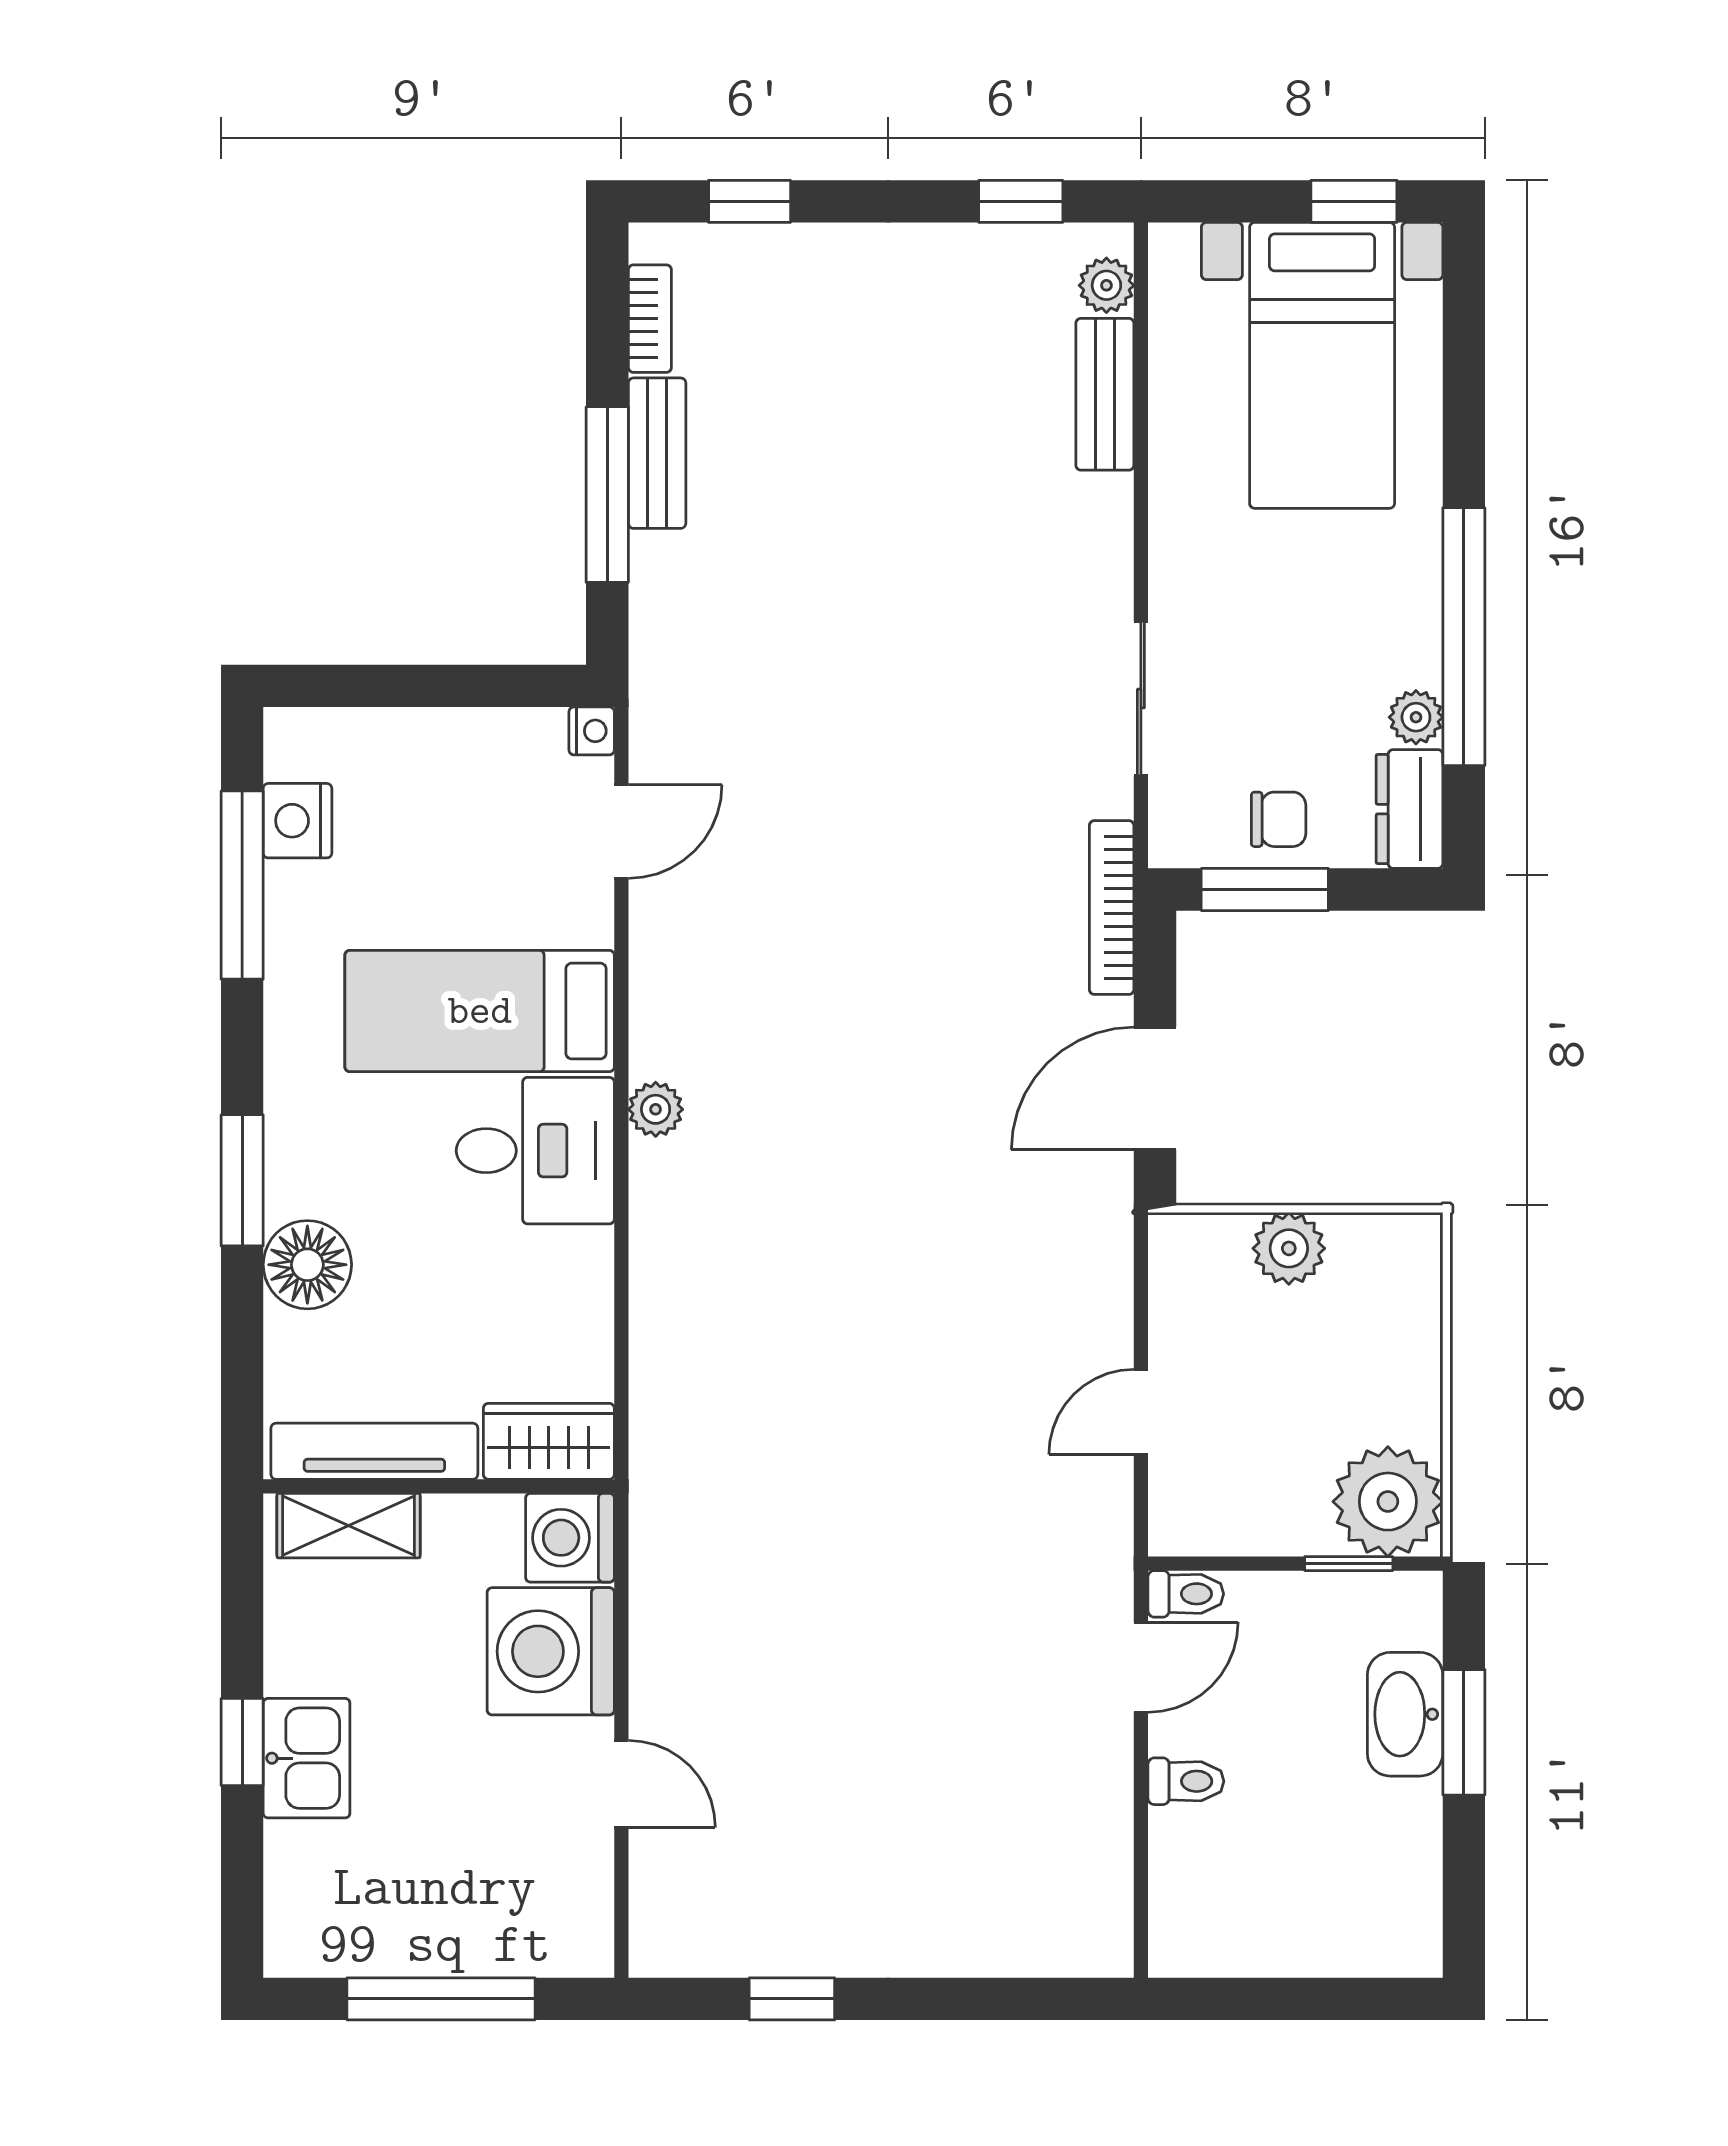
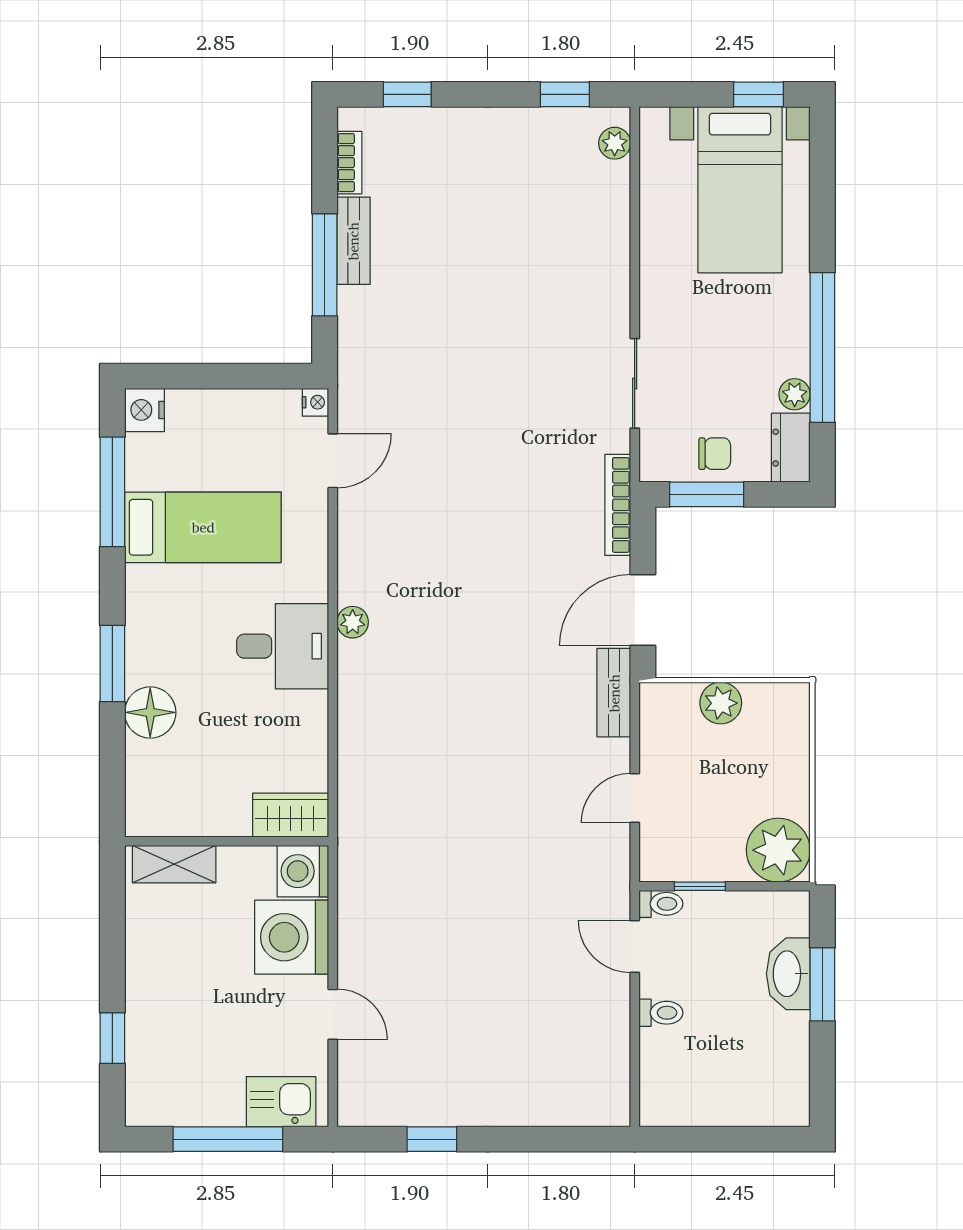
bench: (1105, 394) -> (614, 693), moved
nightstand: (297, 821) -> (144, 410), moved
bed: (480, 1011) -> (203, 527), moved, turned 180
tv unit: (374, 1451) -> (189, 821), removed
window: (1349, 1564) -> (700, 886), moved
door: (1141, 1667) -> (635, 946), swing flipped
window: (242, 1742) -> (112, 1038), moved
kitchen sink: (307, 1758) -> (281, 1102), moved, turned -90

